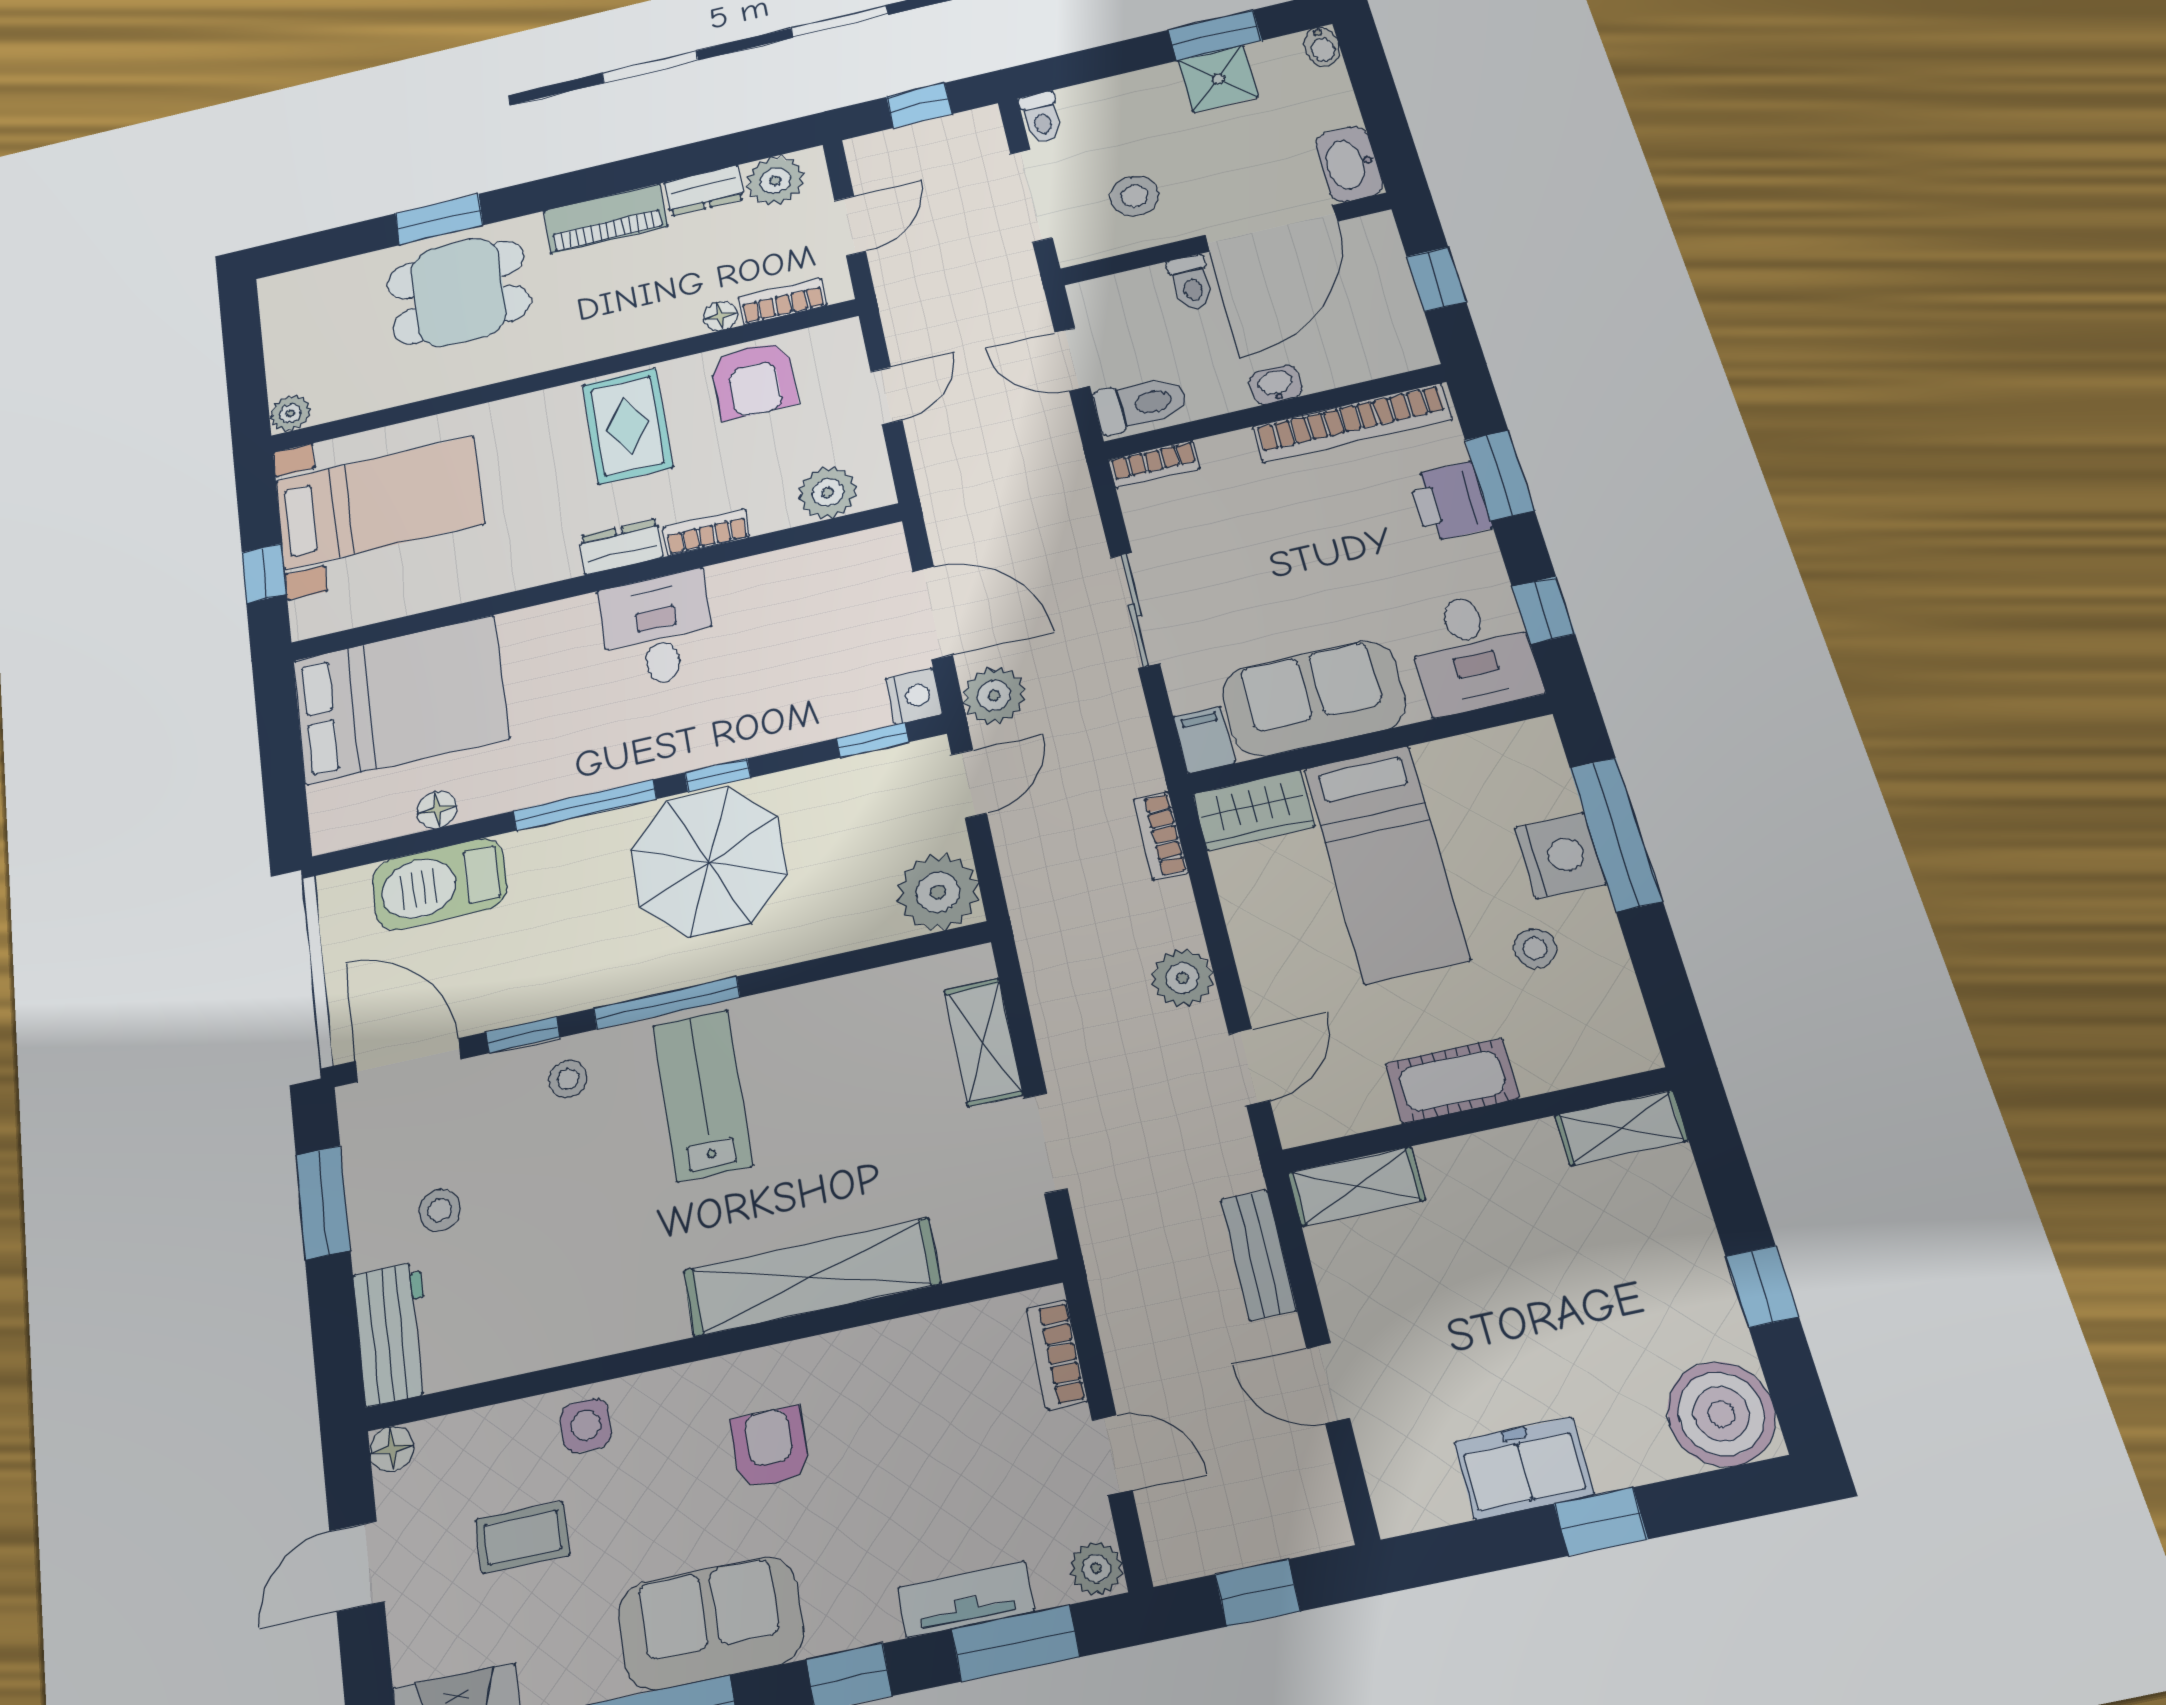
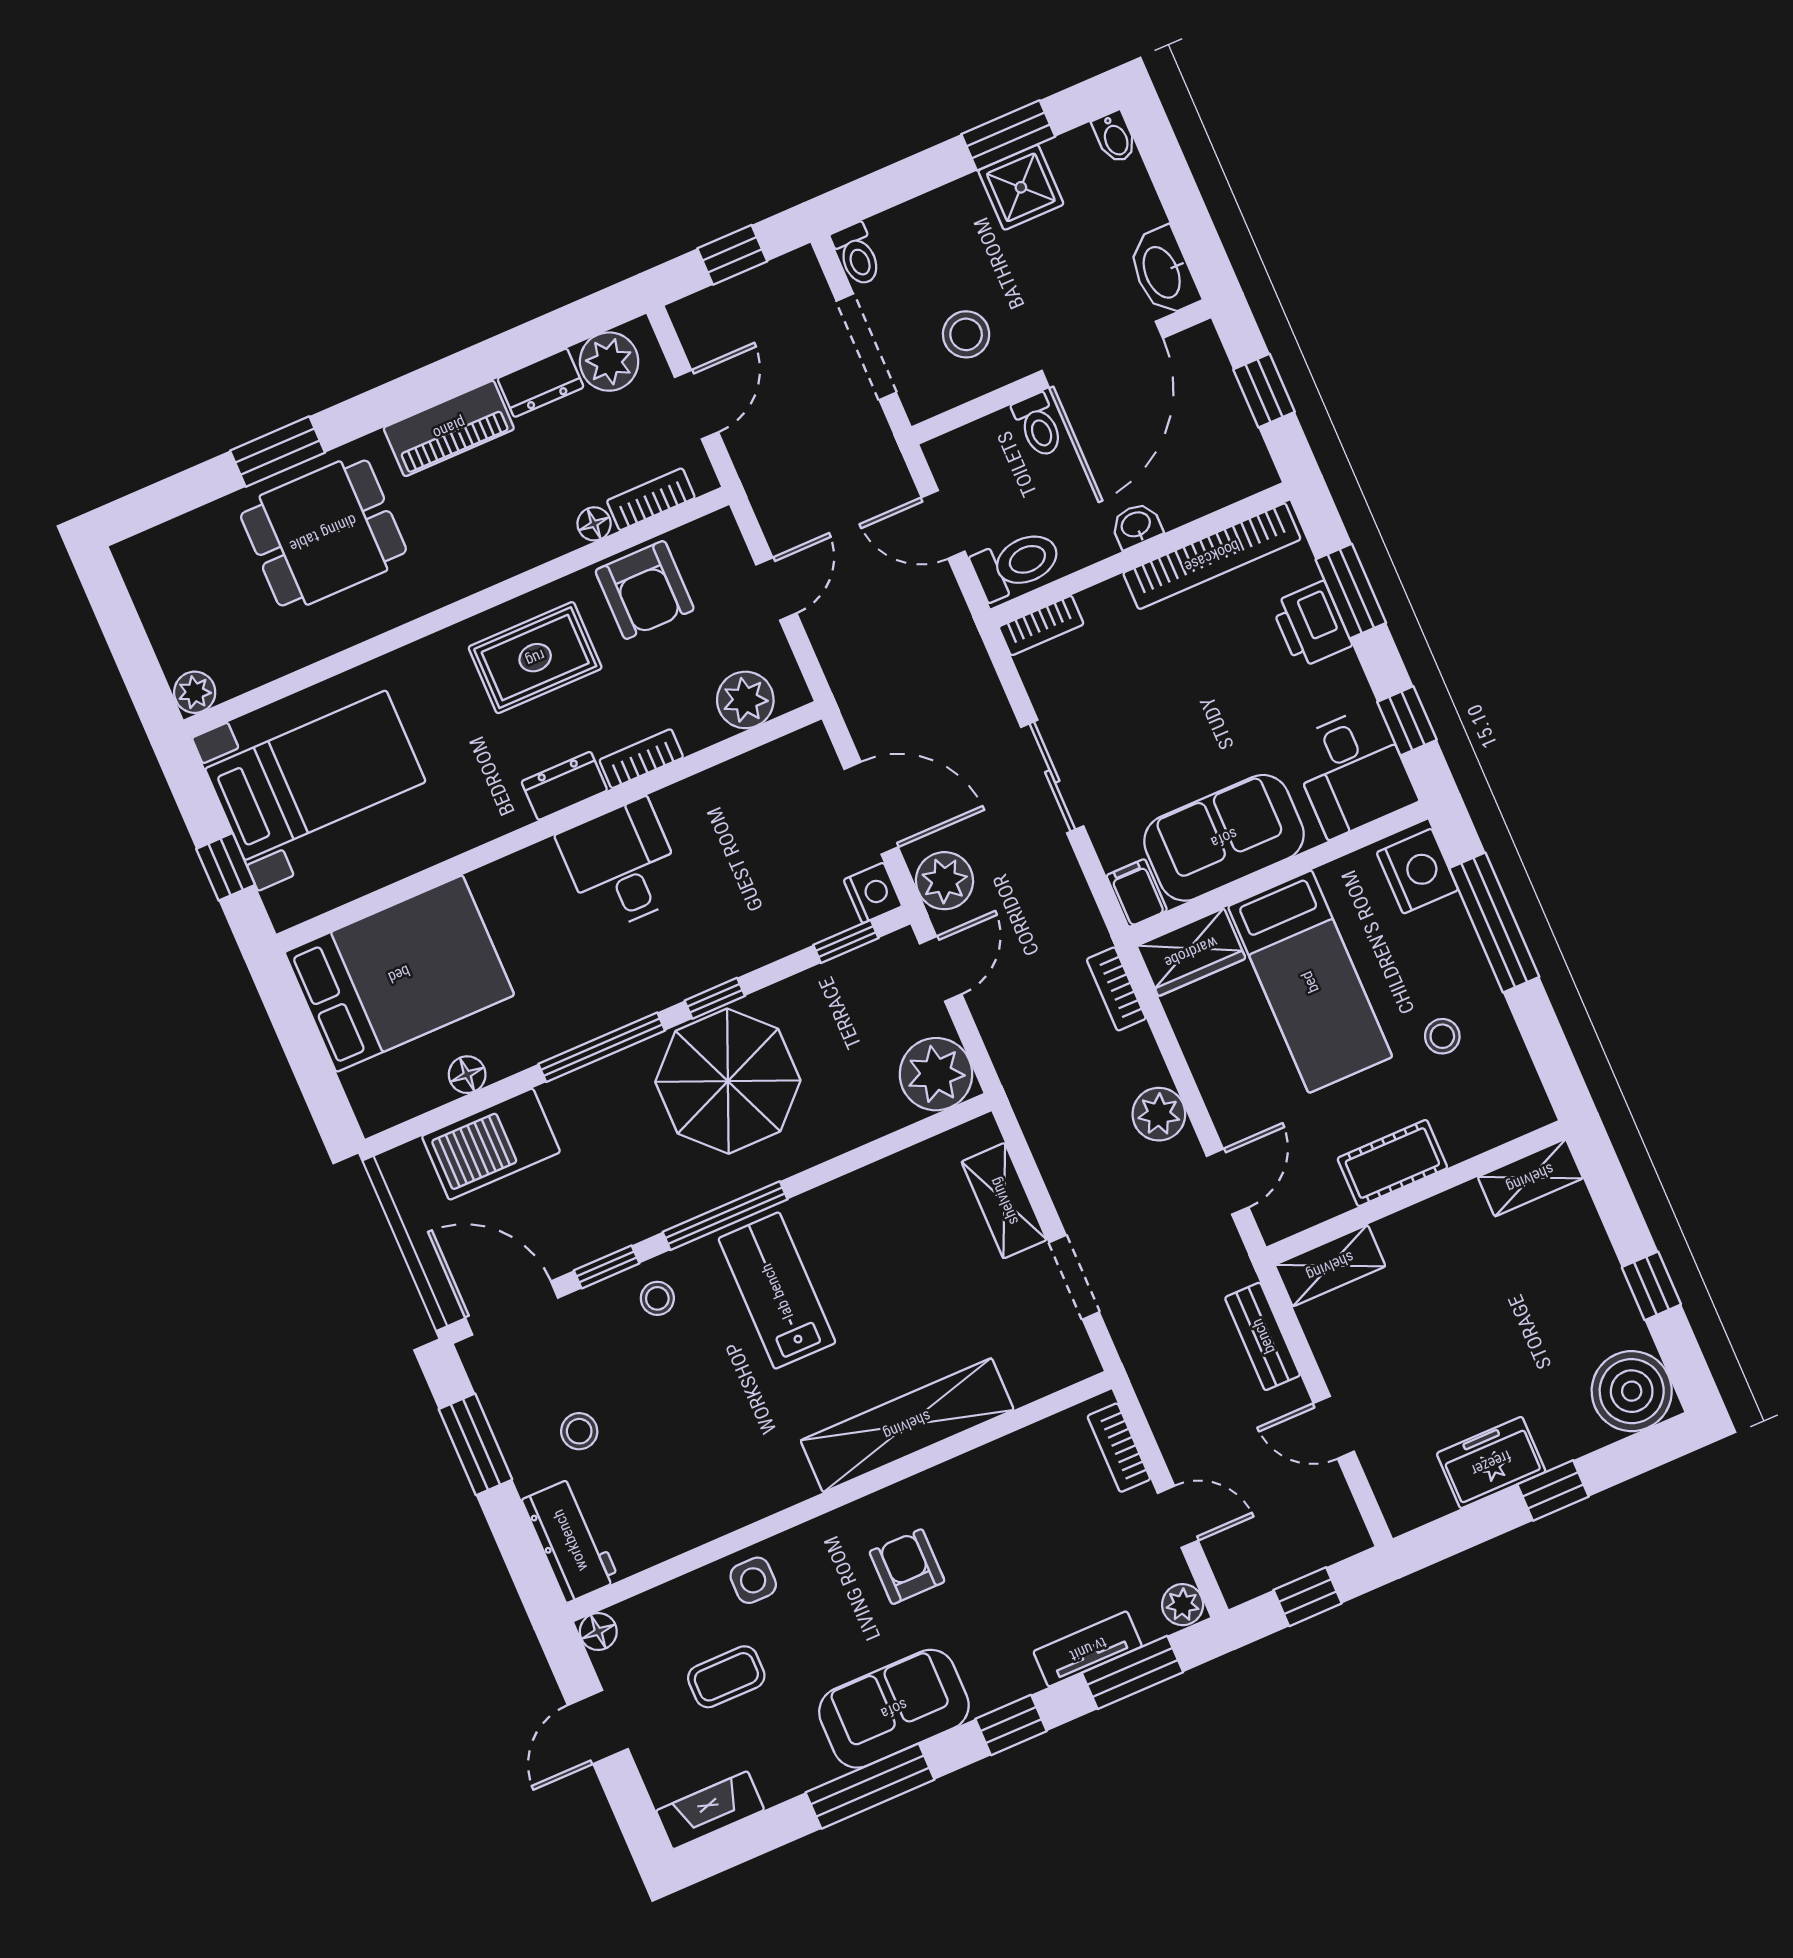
rug: (627, 426) -> (535, 658), turned 90
nightstand: (1560, 856) -> (1417, 871), moved

